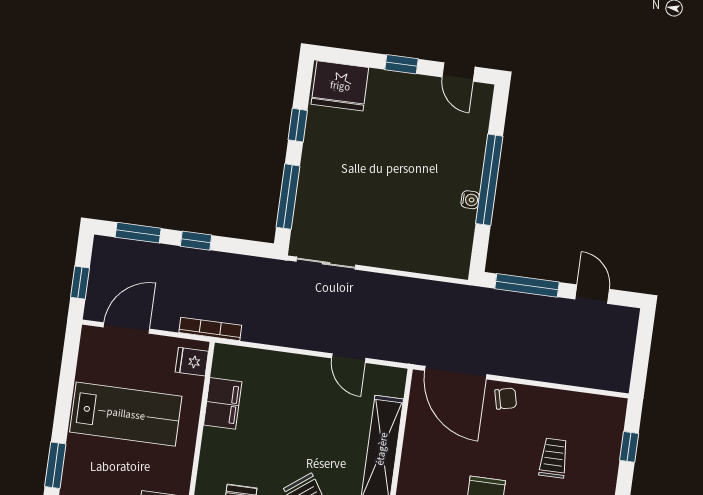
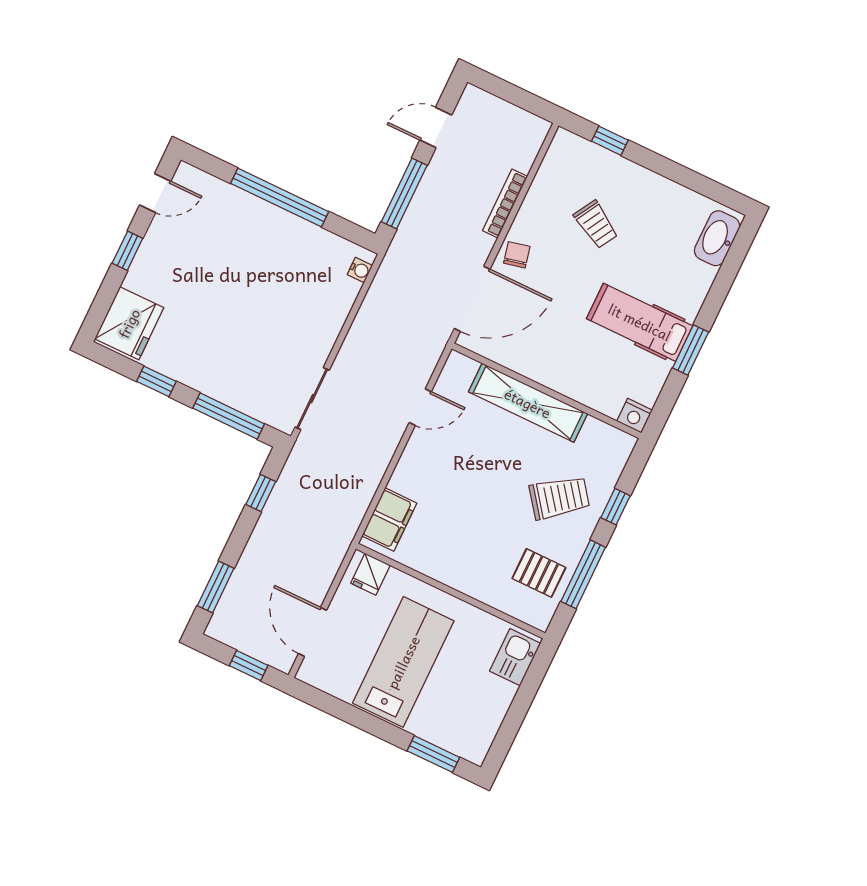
water cooler: (470, 200) -> (360, 270), moved, turned 90
window: (196, 241) -> (261, 493), moved
bookcase: (210, 329) -> (505, 203), moved
filing cabinet: (223, 403) -> (389, 520), moved, turned 90
trolley: (554, 458) -> (596, 224), turned -150

